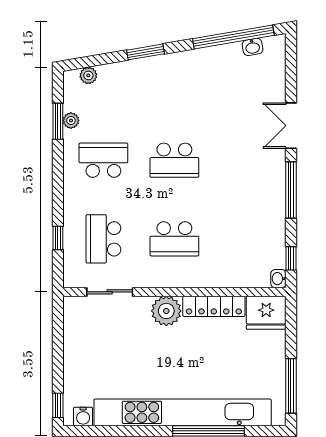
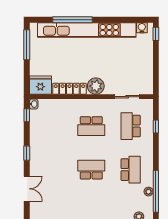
window: (58, 121) -> (156, 191), width x2.11
school desk: (103, 160) -> (131, 170), turned -90
window: (291, 190) -> (27, 153), width x0.46
school desk: (103, 239) -> (131, 126), turned 180
school desk: (174, 239) -> (91, 126), turned 180

